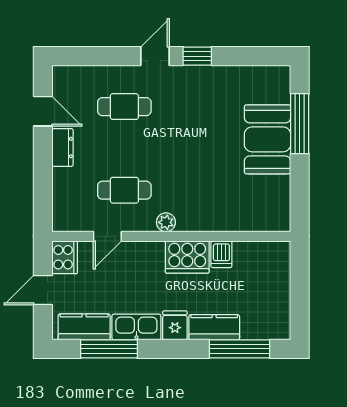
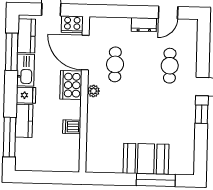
door: (107, 236) -> (85, 53), width x1.88
cooker: (187, 257) -> (71, 85), moved

